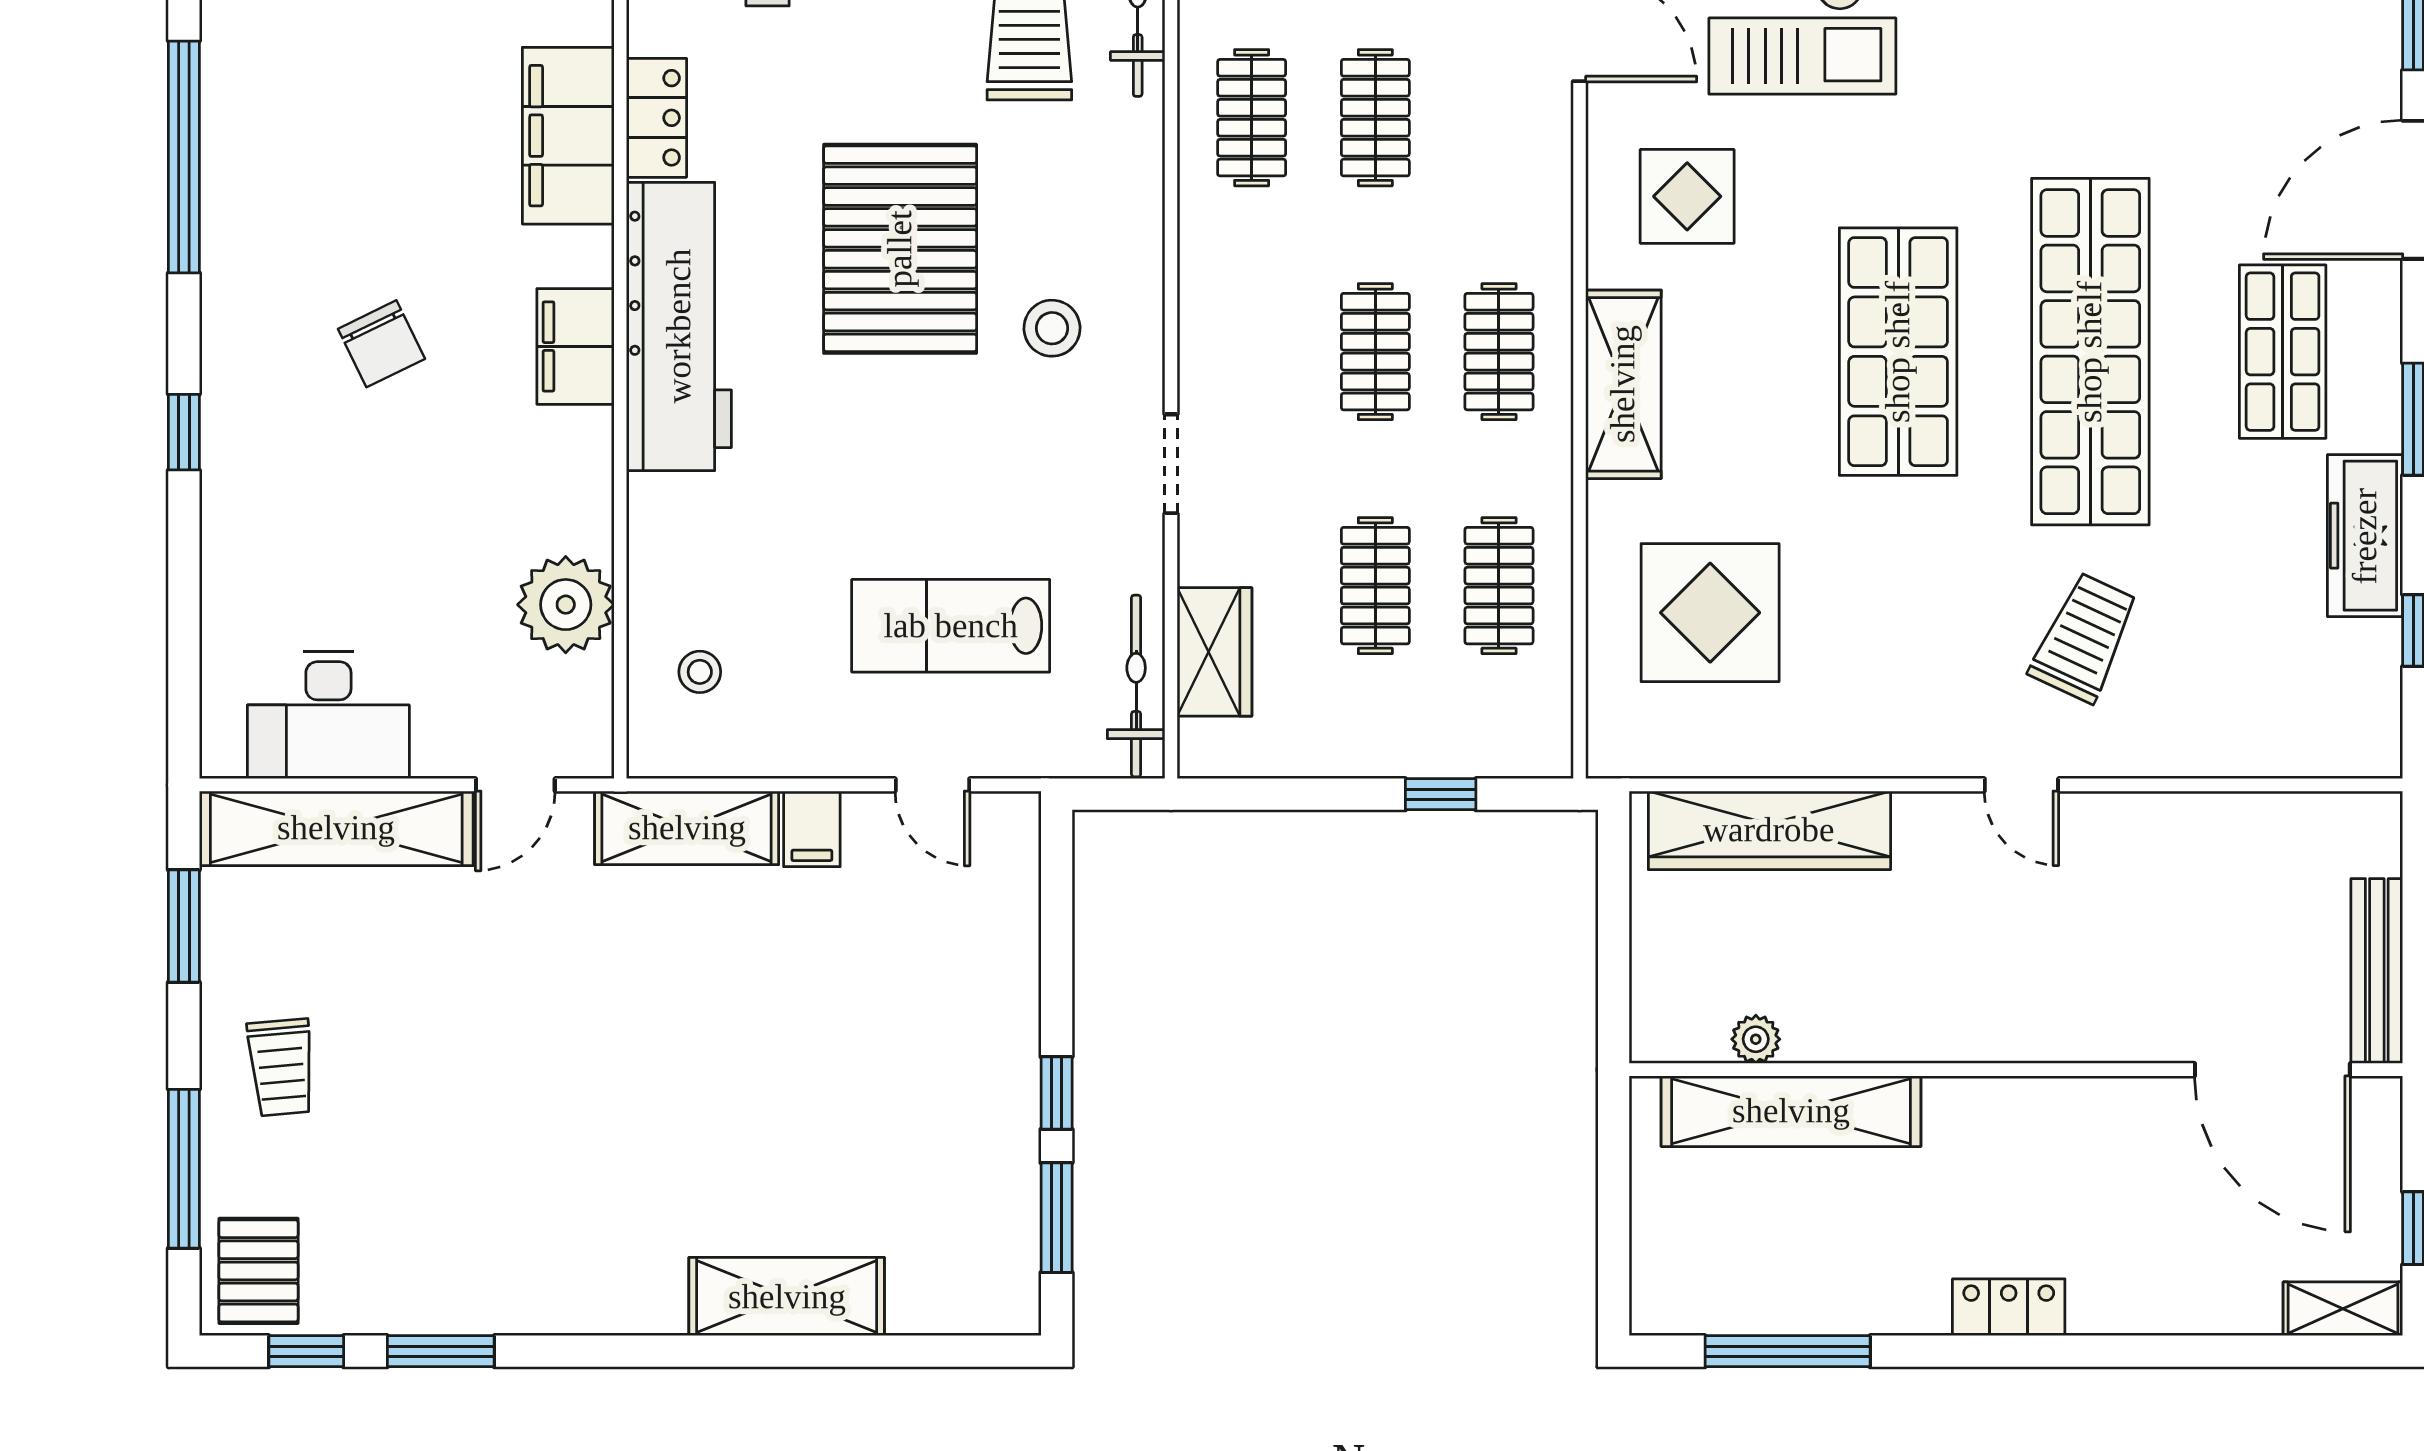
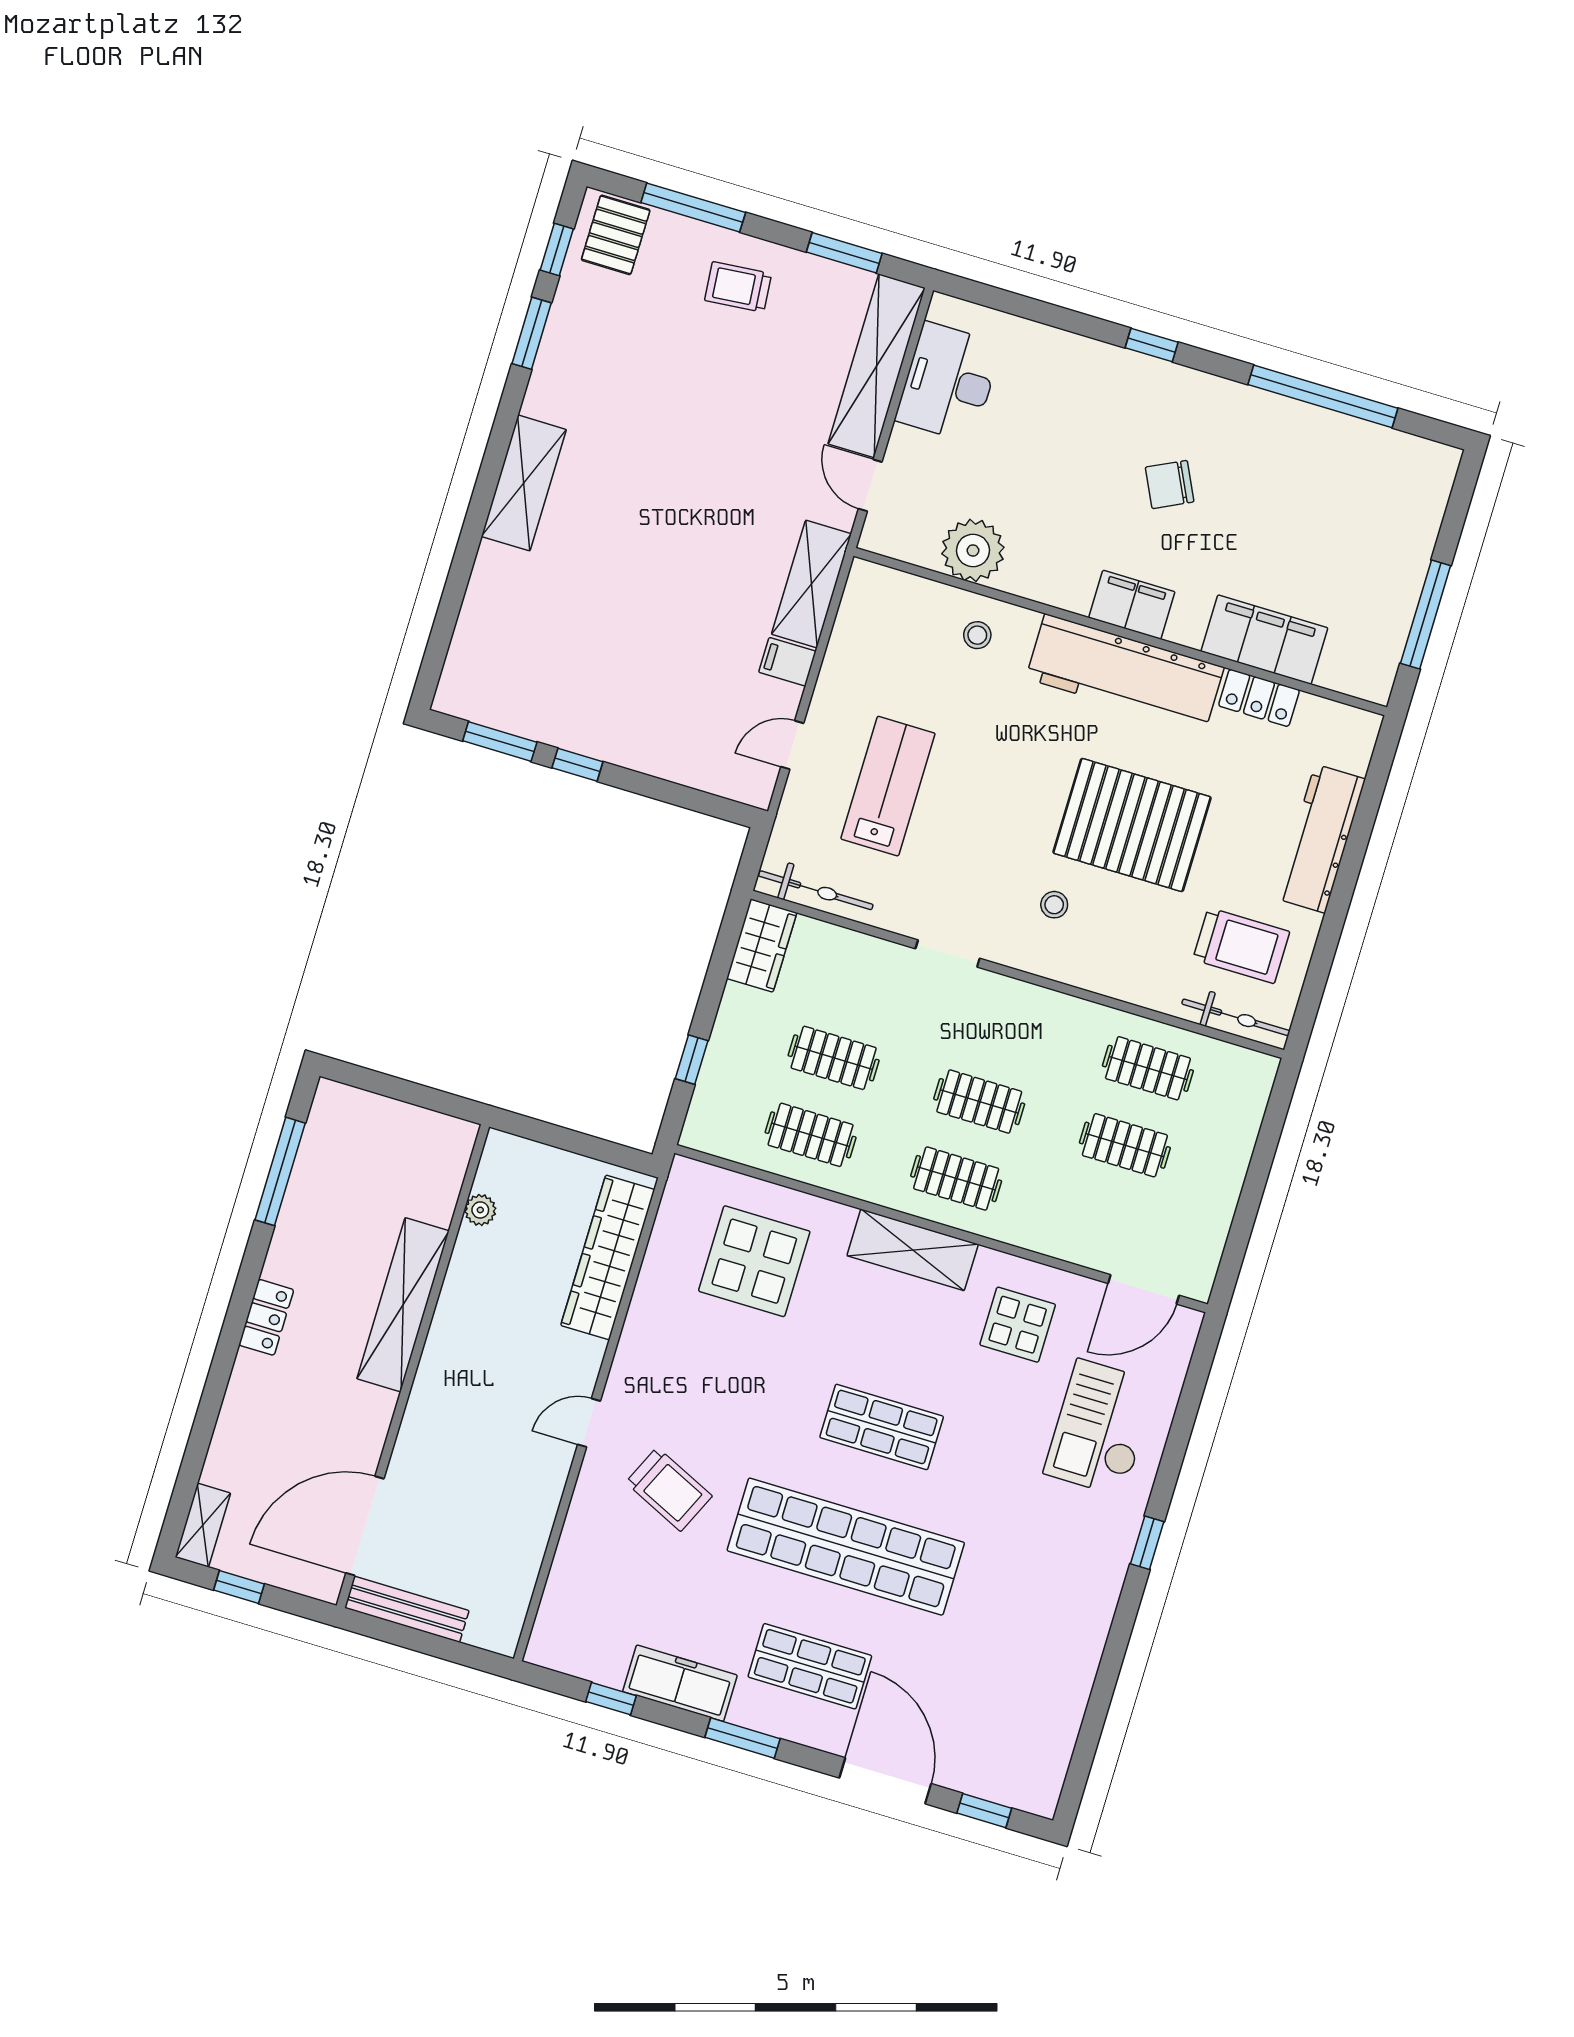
stool: (1052, 328) -> (1054, 905), width x0.73, depth x0.73
shop shelf: (1898, 352) -> (882, 1427), width x0.70, depth x0.74
wardrobe: (1215, 652) -> (762, 946), moved, turned -90
stool: (700, 672) -> (977, 635), moved
shelving: (1791, 1111) -> (403, 1305), moved
pallet: (258, 1271) -> (616, 235), turned 90
shelving: (787, 1297) -> (524, 483), moved

